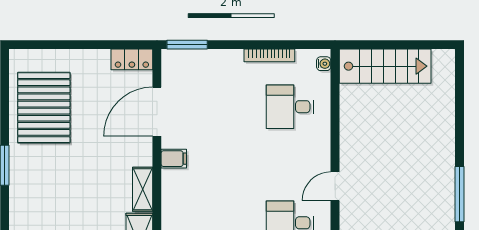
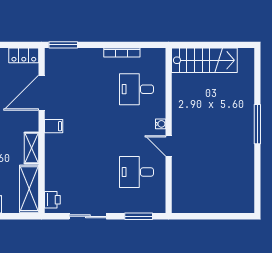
water cooler: (324, 64) -> (161, 124), moved
door: (335, 186) -> (169, 146), hinge flipped
window: (459, 194) -> (257, 124), moved

